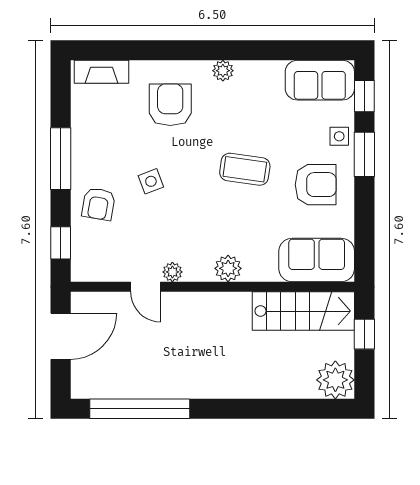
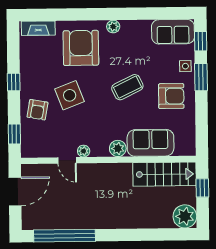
armchair: (170, 105) -> (81, 48), width x1.36, depth x1.36
window: (61, 159) -> (14, 82), width x0.46
coffee table: (245, 169) -> (127, 87), turned -34
side table: (151, 181) -> (70, 95), width x1.87, depth x1.87
sofa: (317, 260) -> (150, 143), moved

